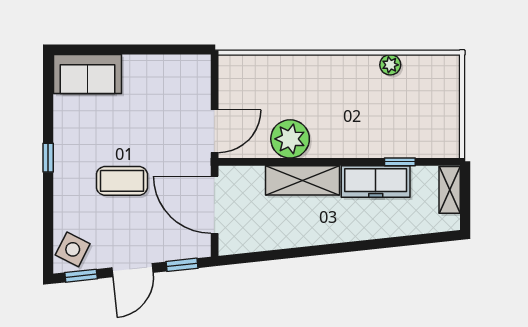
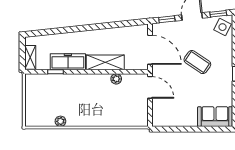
door: (215, 131) -> (150, 87), swing flipped
plant: (290, 139) -> (116, 79), width x0.53, depth x0.53
coffee table: (122, 181) -> (197, 62), turned 34

